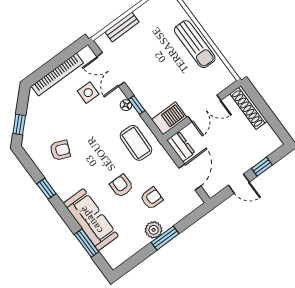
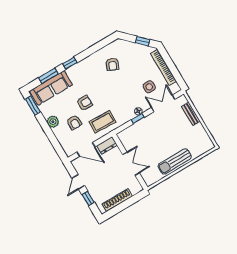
double door: (204, 108) -> (131, 164), swing flipped
shoe rack: (248, 108) -> (117, 200), moved
barbecue: (169, 118) -> (127, 139), removed
window: (19, 124) -> (142, 41), moved
coffee table: (136, 143) -> (102, 122), moved
window: (46, 189) -> (70, 63), moved
sofa: (91, 220) -> (51, 88), moved
window: (165, 238) -> (33, 106), moved

